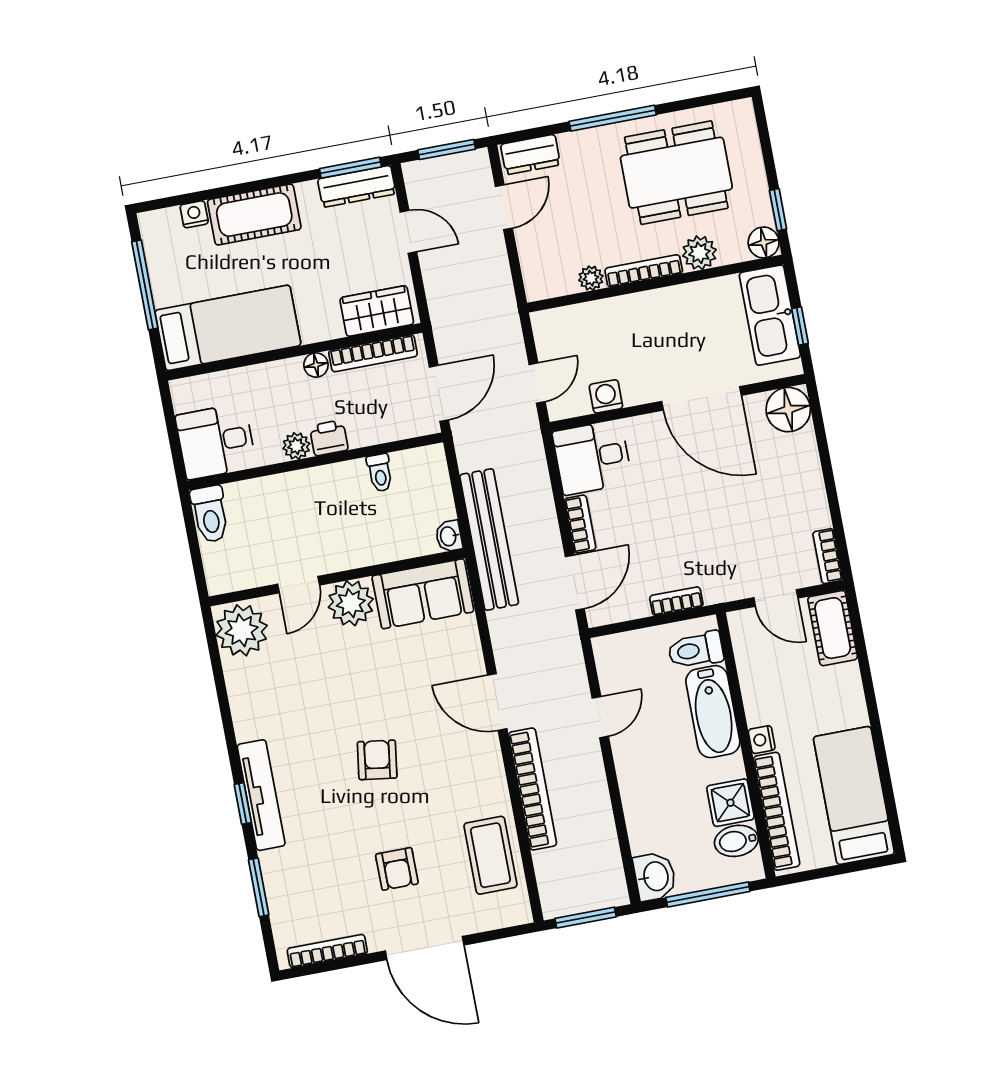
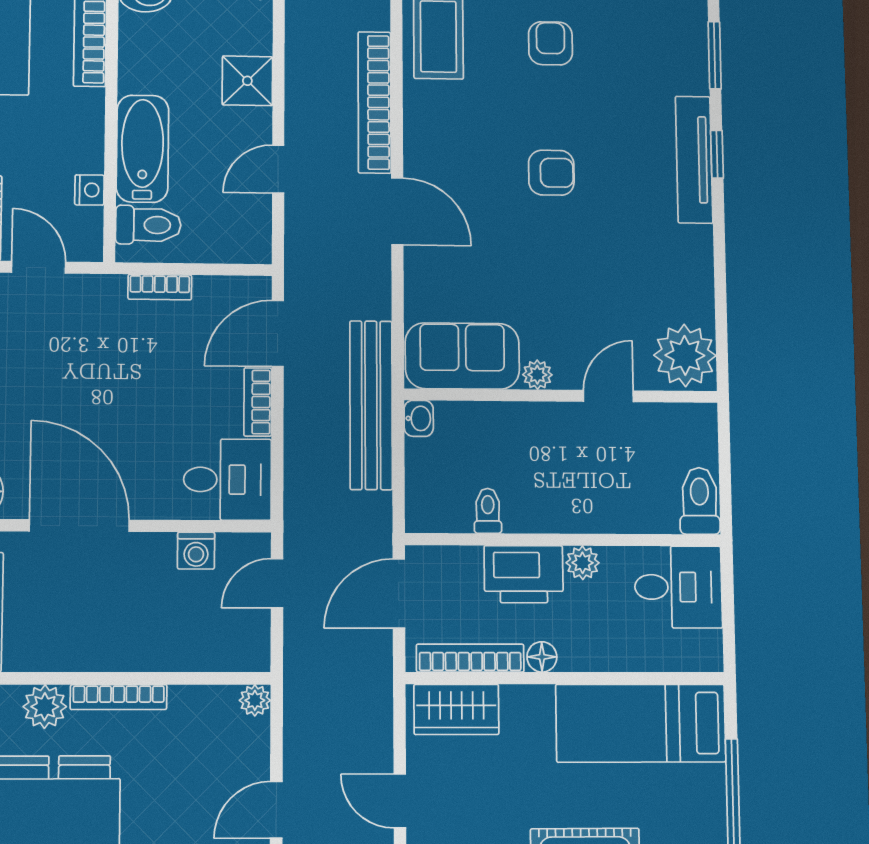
plant: (591, 278) -> (255, 700), moved
printer: (329, 438) -> (524, 574), width x1.87, depth x1.48
plant: (351, 603) -> (537, 375), width x0.53, depth x0.53
nightstand: (762, 740) -> (89, 190), moved
armchair: (377, 760) -> (551, 173), turned -98
shower: (730, 803) -> (247, 81), moved

